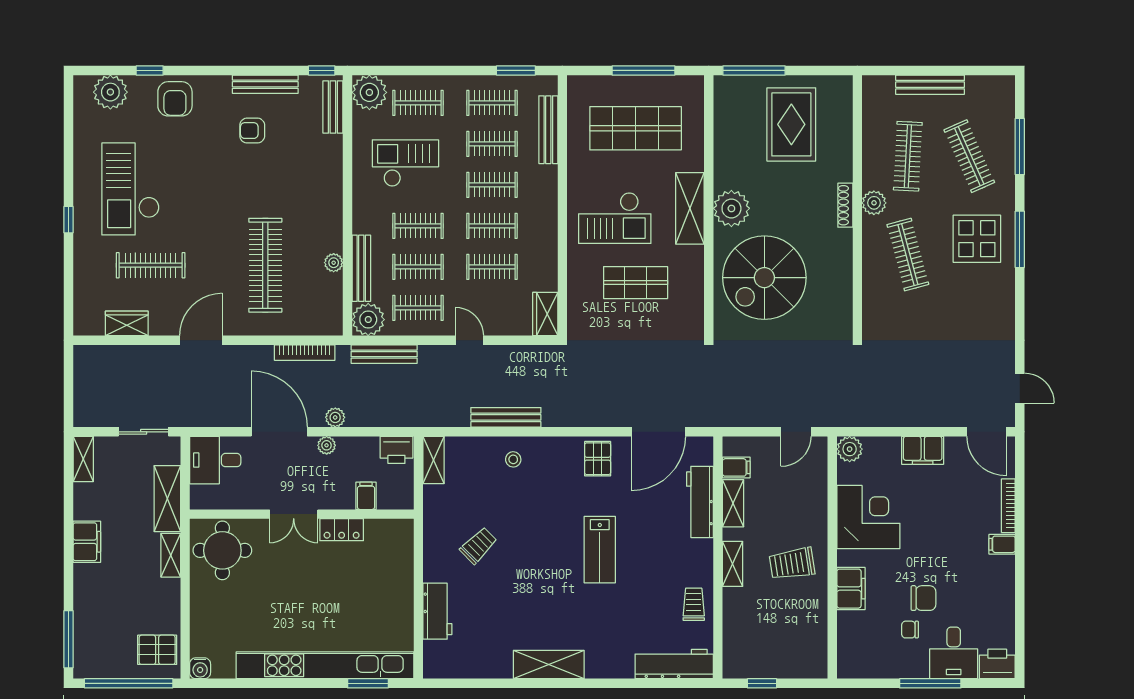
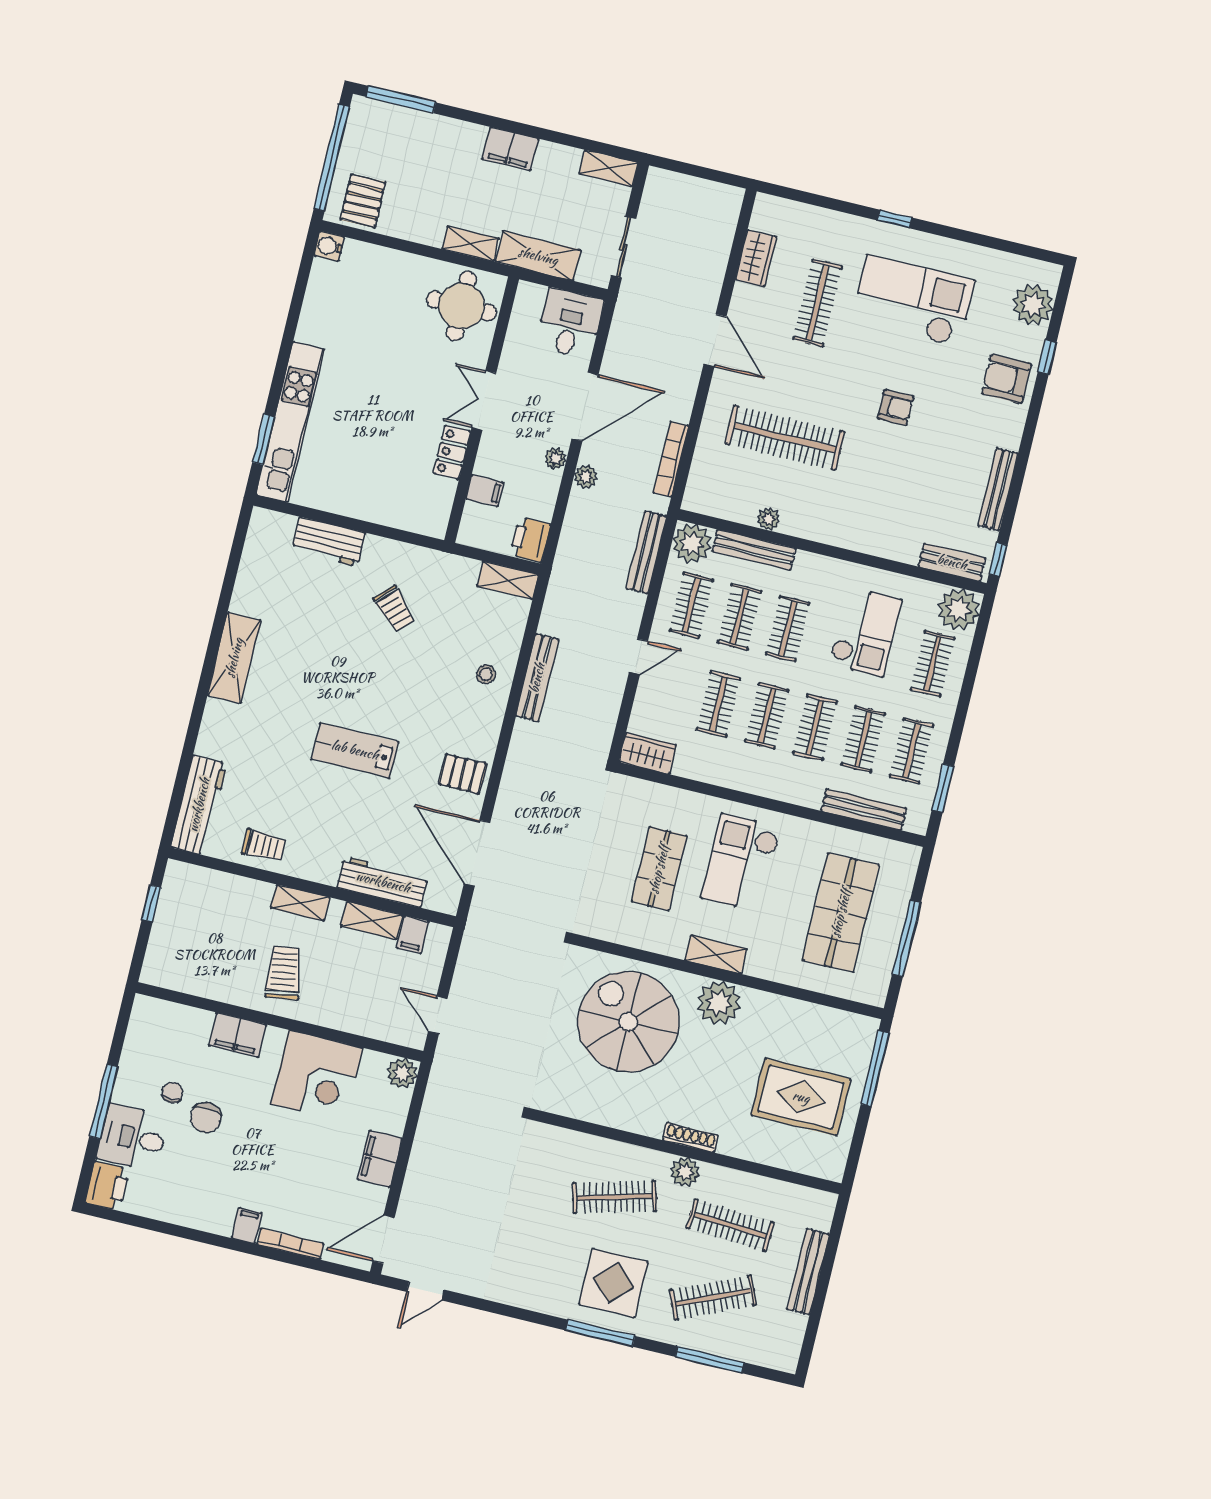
armchair: (252, 131) -> (896, 407), moved, turned 90
shelving: (690, 208) -> (716, 955), width x0.67, depth x0.75
kitchen unit: (325, 665) -> (290, 422), width x0.73

